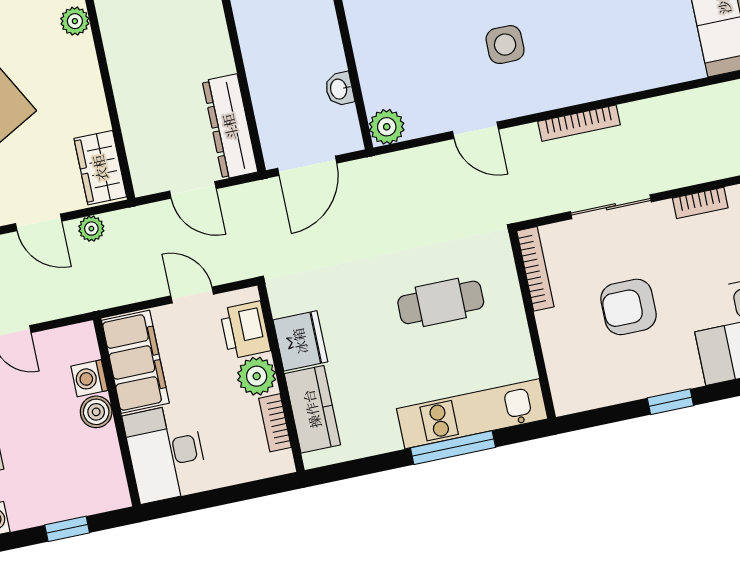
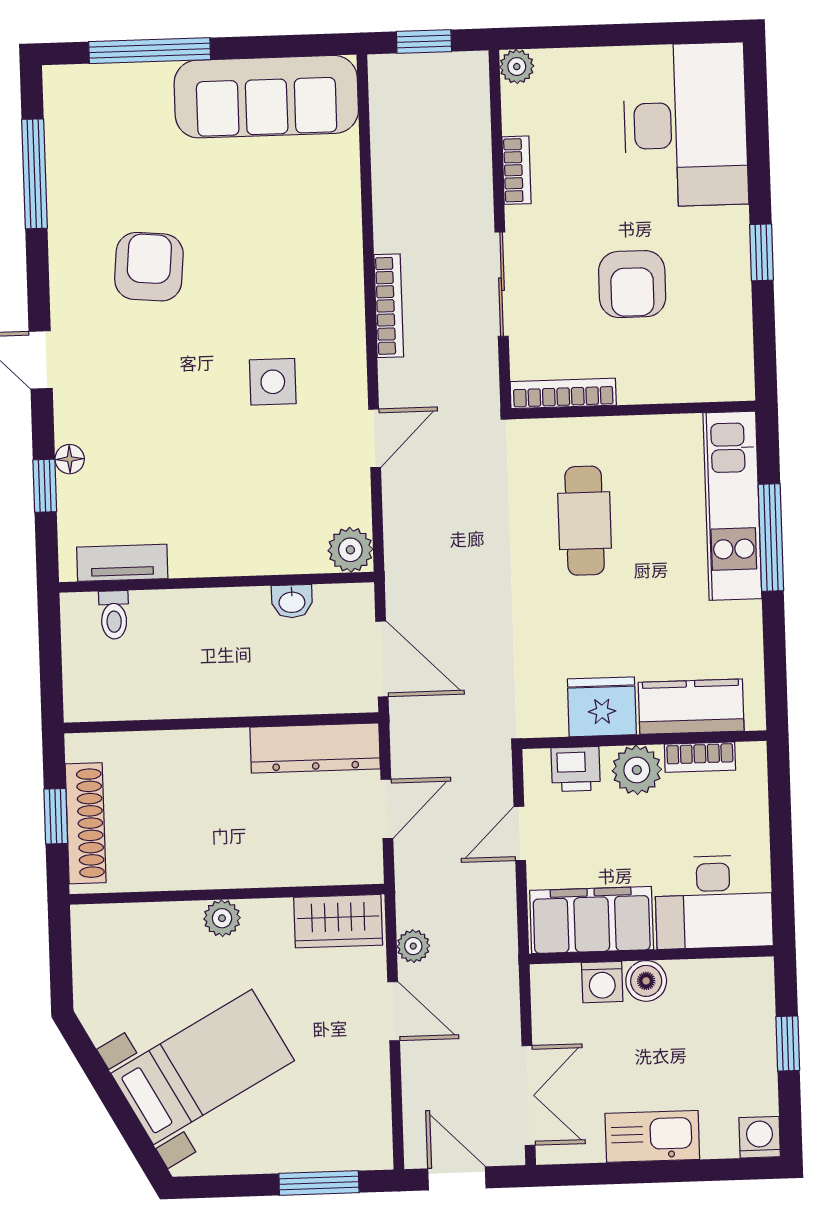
plant: (75, 21) -> (222, 918), moved
door: (39, 222) -> (394, 1011), hinge flipped
printer: (245, 330) -> (576, 769), width x0.73, depth x0.81

